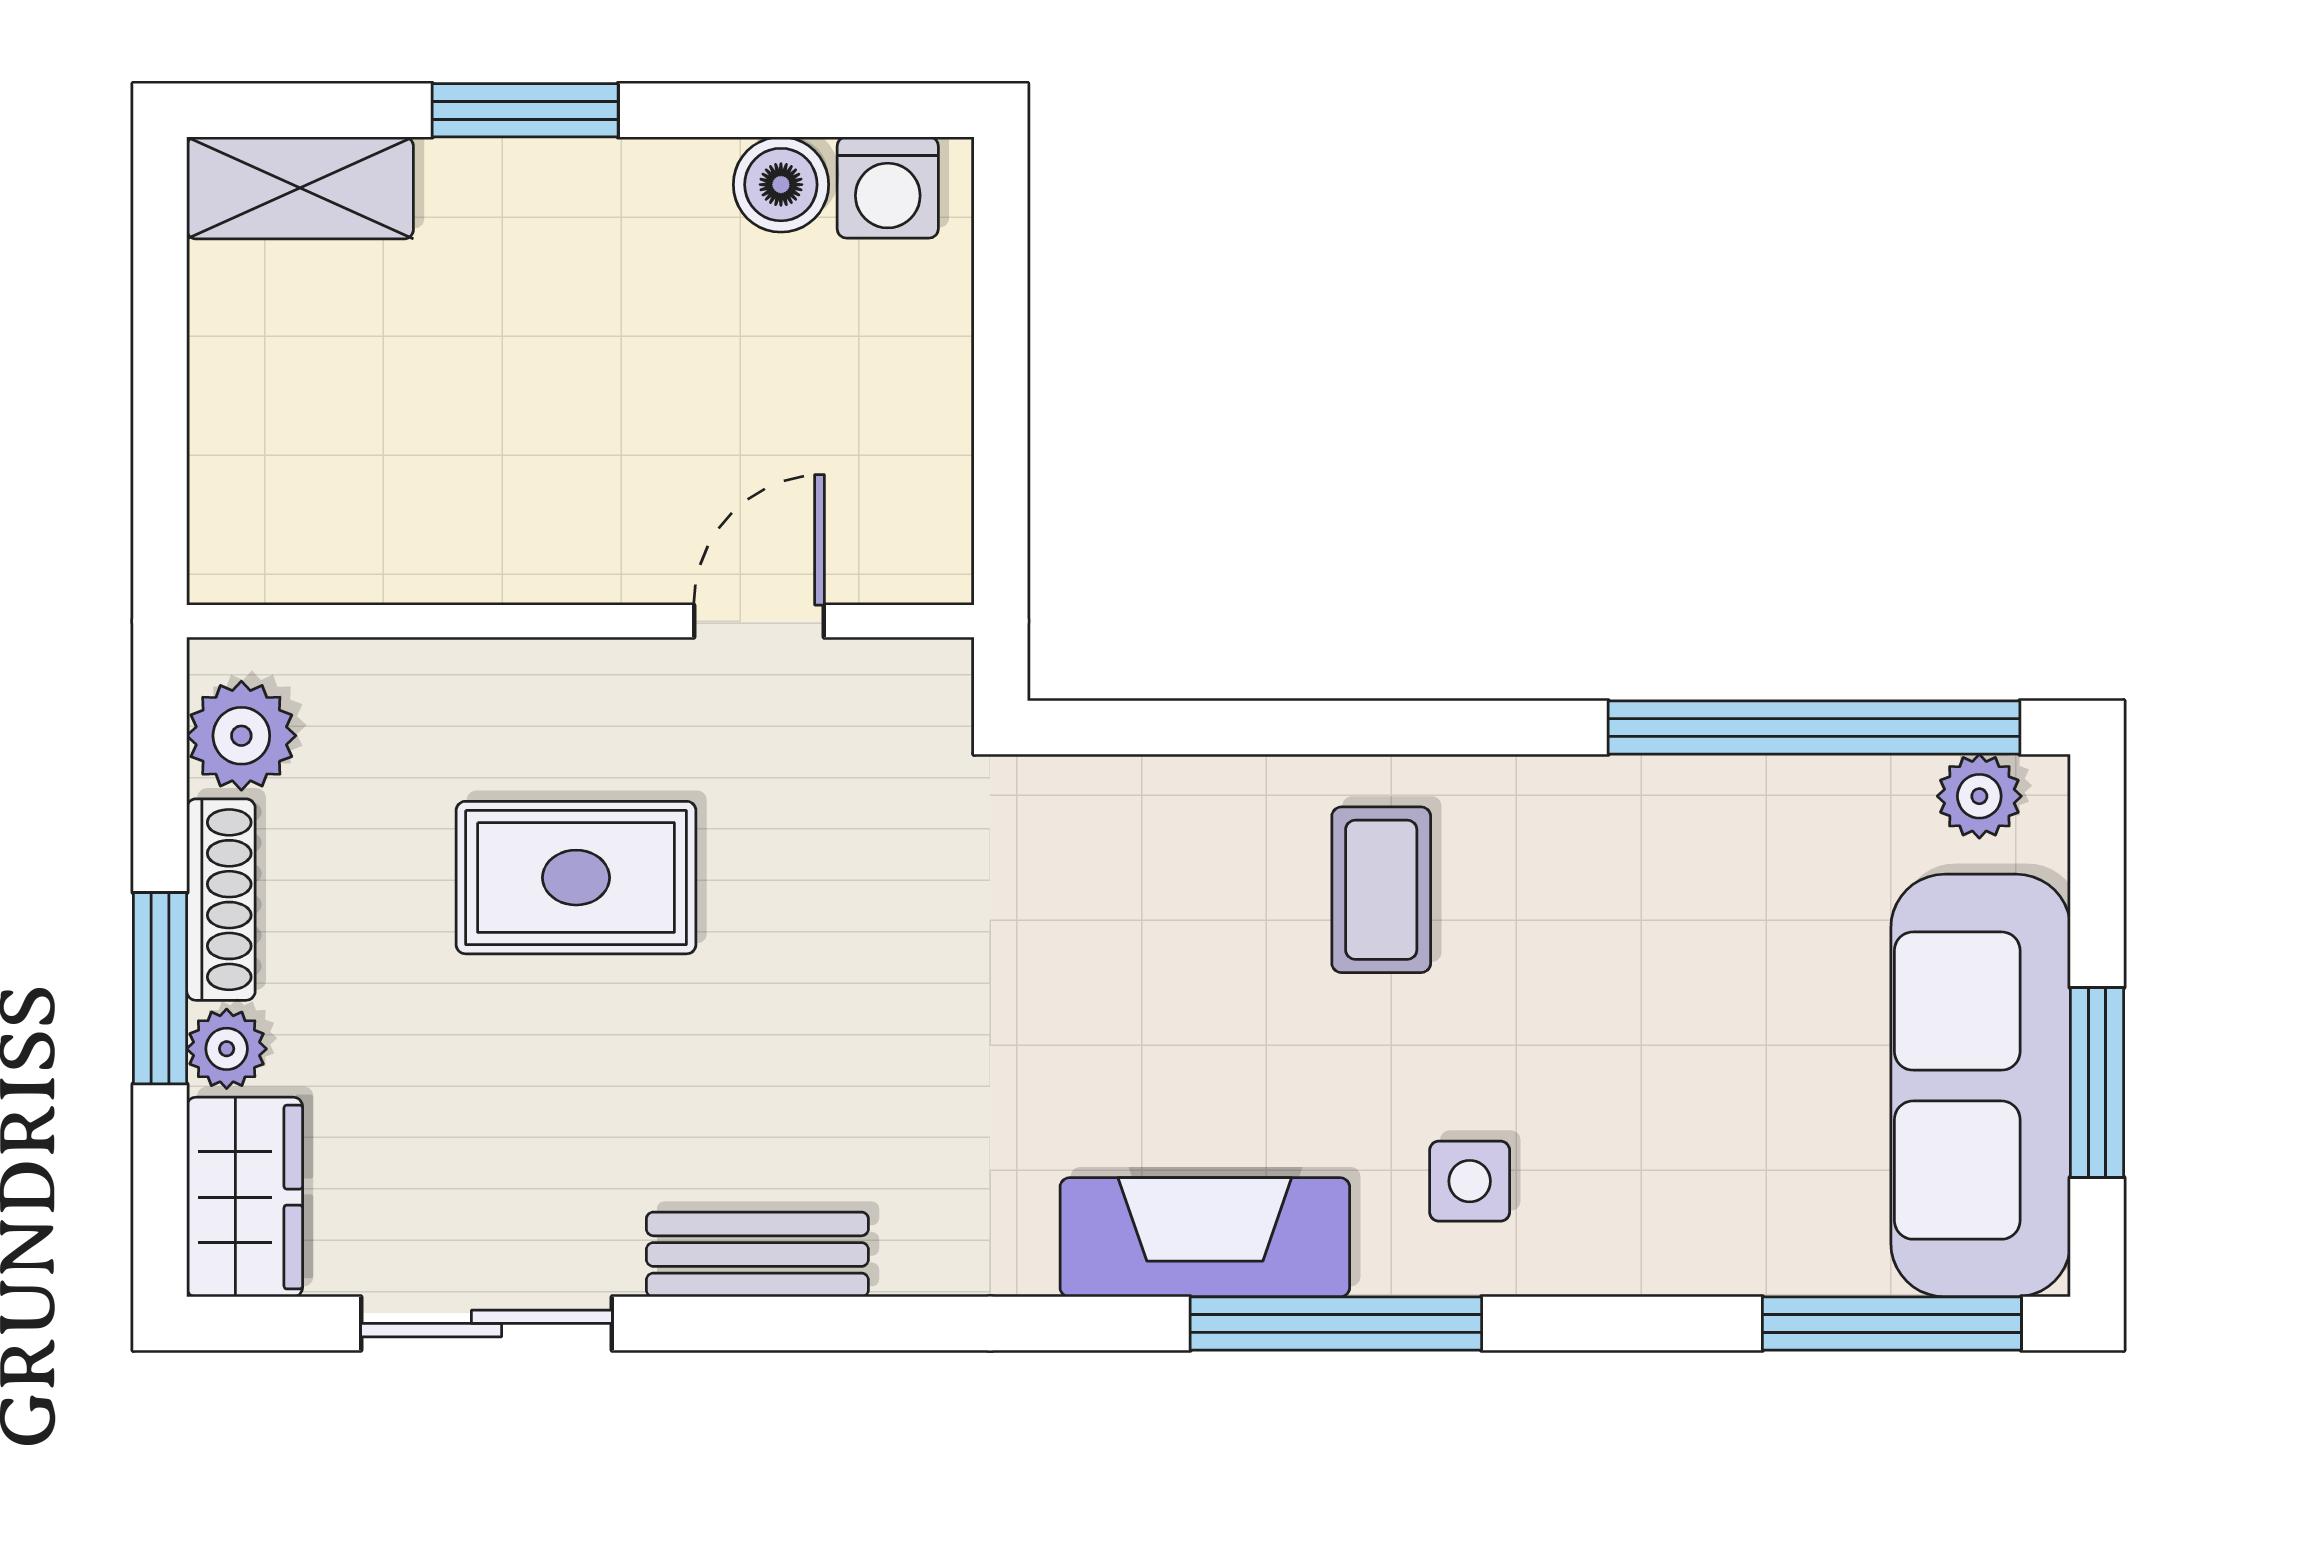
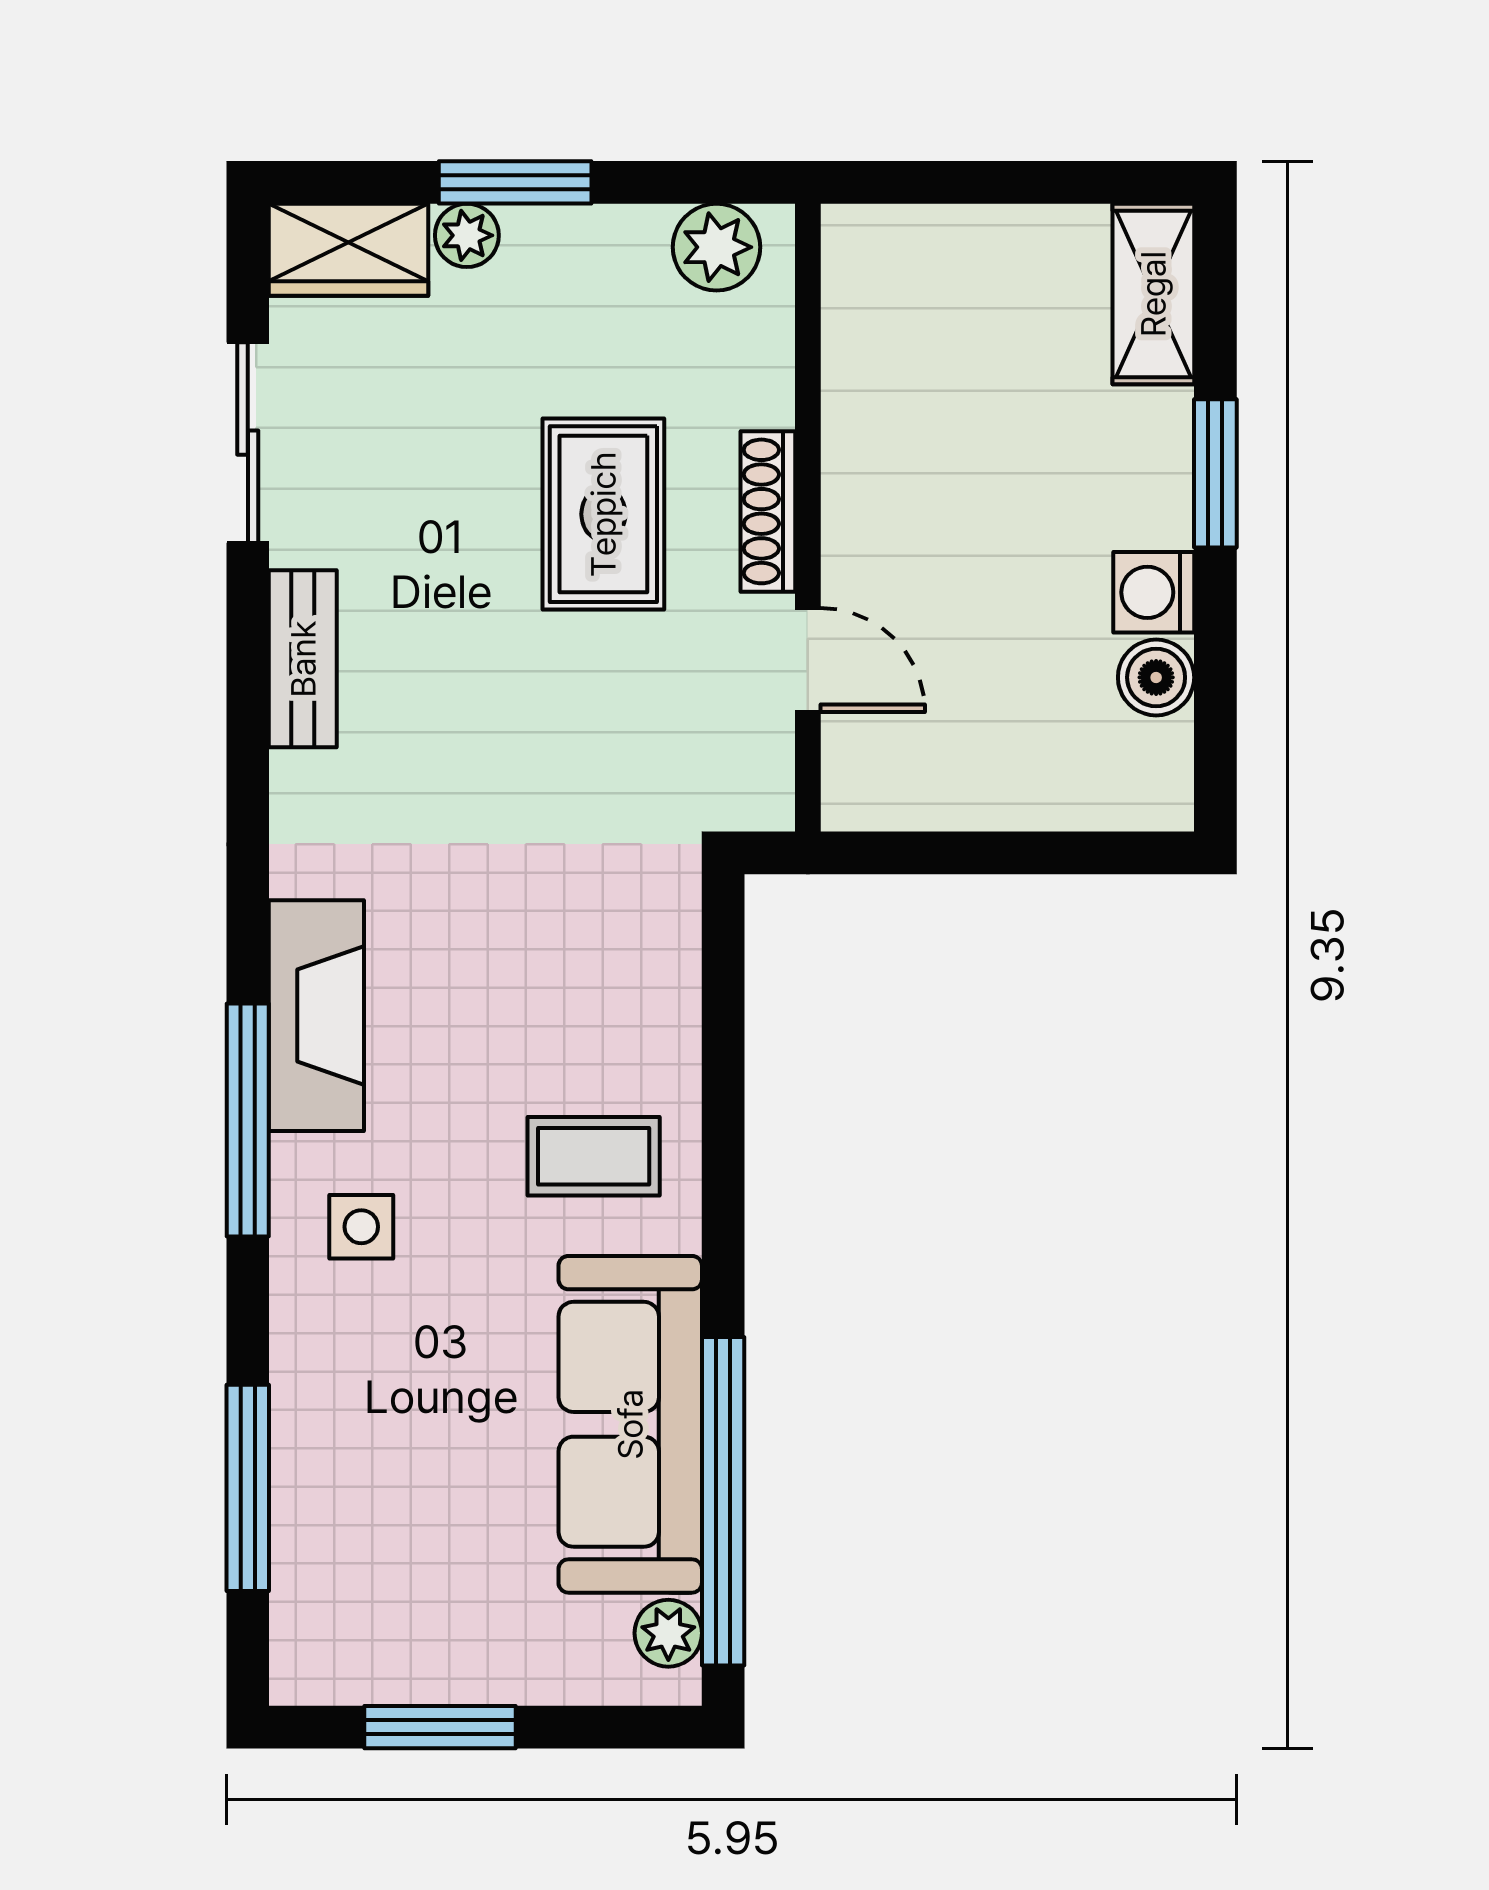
washing machine: (888, 187) -> (1154, 592), moved
shoe rack: (221, 900) -> (768, 511), moved, turned 90
sofa: (1981, 1086) -> (630, 1424), moved, turned -90
window: (1892, 1323) -> (248, 1488), moved

